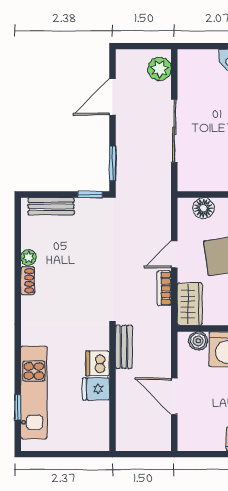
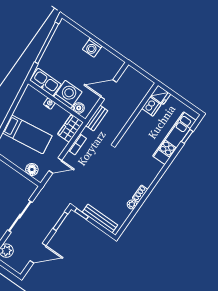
bench: (51, 206) -> (100, 218), width x1.36
door: (174, 254) -> (55, 165), moved
bench: (124, 347) -> (97, 118), moved
dishwasher: (98, 363) -> (151, 106), moved
fridge: (96, 389) -> (161, 95), moved
door: (174, 396) -> (109, 90), swing flipped

